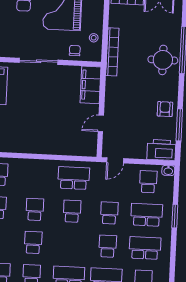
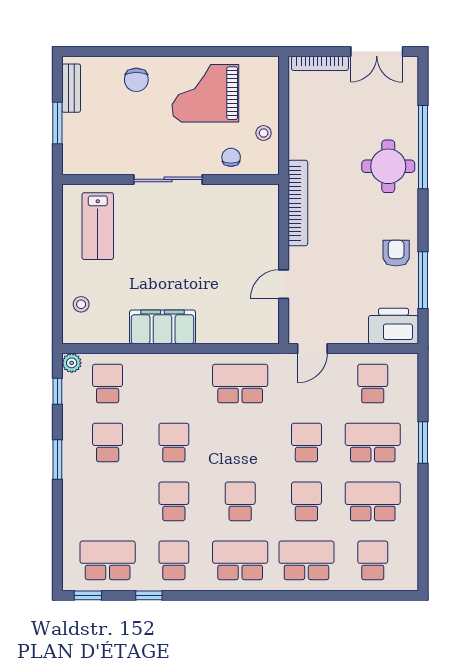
bookcase: (112, 52) -> (298, 203), moved
filing cabinet: (90, 85) -> (163, 327), moved, turned 90
washbasin: (168, 171) -> (407, 362), removed
school desk: (72, 211) -> (240, 501), moved

